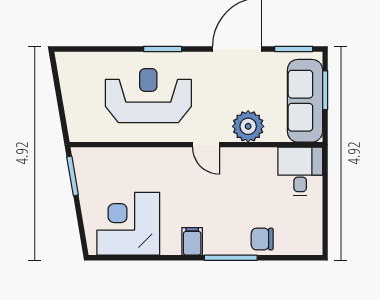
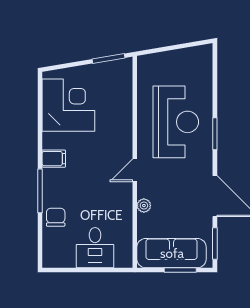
plant: (248, 126) -> (144, 206), width x0.53, depth x0.53
desk: (300, 171) -> (95, 248), moved, turned 90

